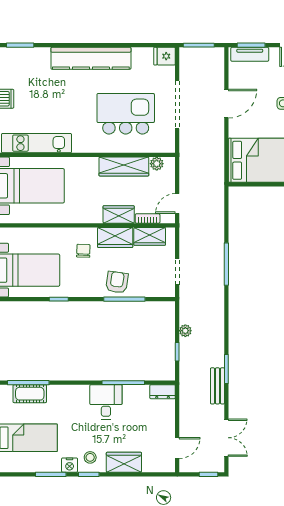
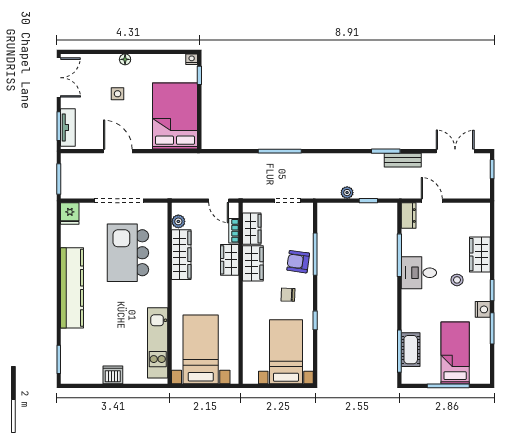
chair: (83, 251) -> (288, 295), moved
door: (177, 448) -> (432, 201), moved
stool: (90, 457) -> (457, 280), moved

